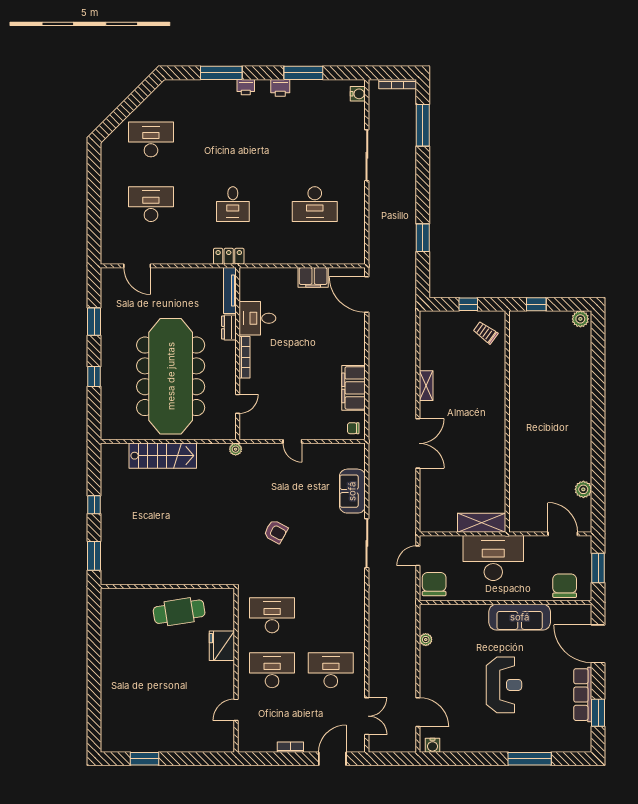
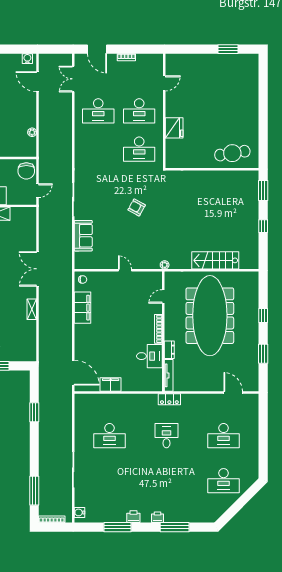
desk: (315, 204) -> (109, 436), turned 180
cafe table: (179, 612) -> (232, 153), moved
door: (332, 759) -> (97, 49), hinge flipped

